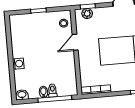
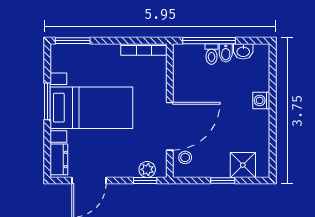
shower: (26, 22) -> (243, 165), added
door: (75, 42) -> (170, 126), width x1.87
washbasin: (22, 95) -> (243, 51), moved

